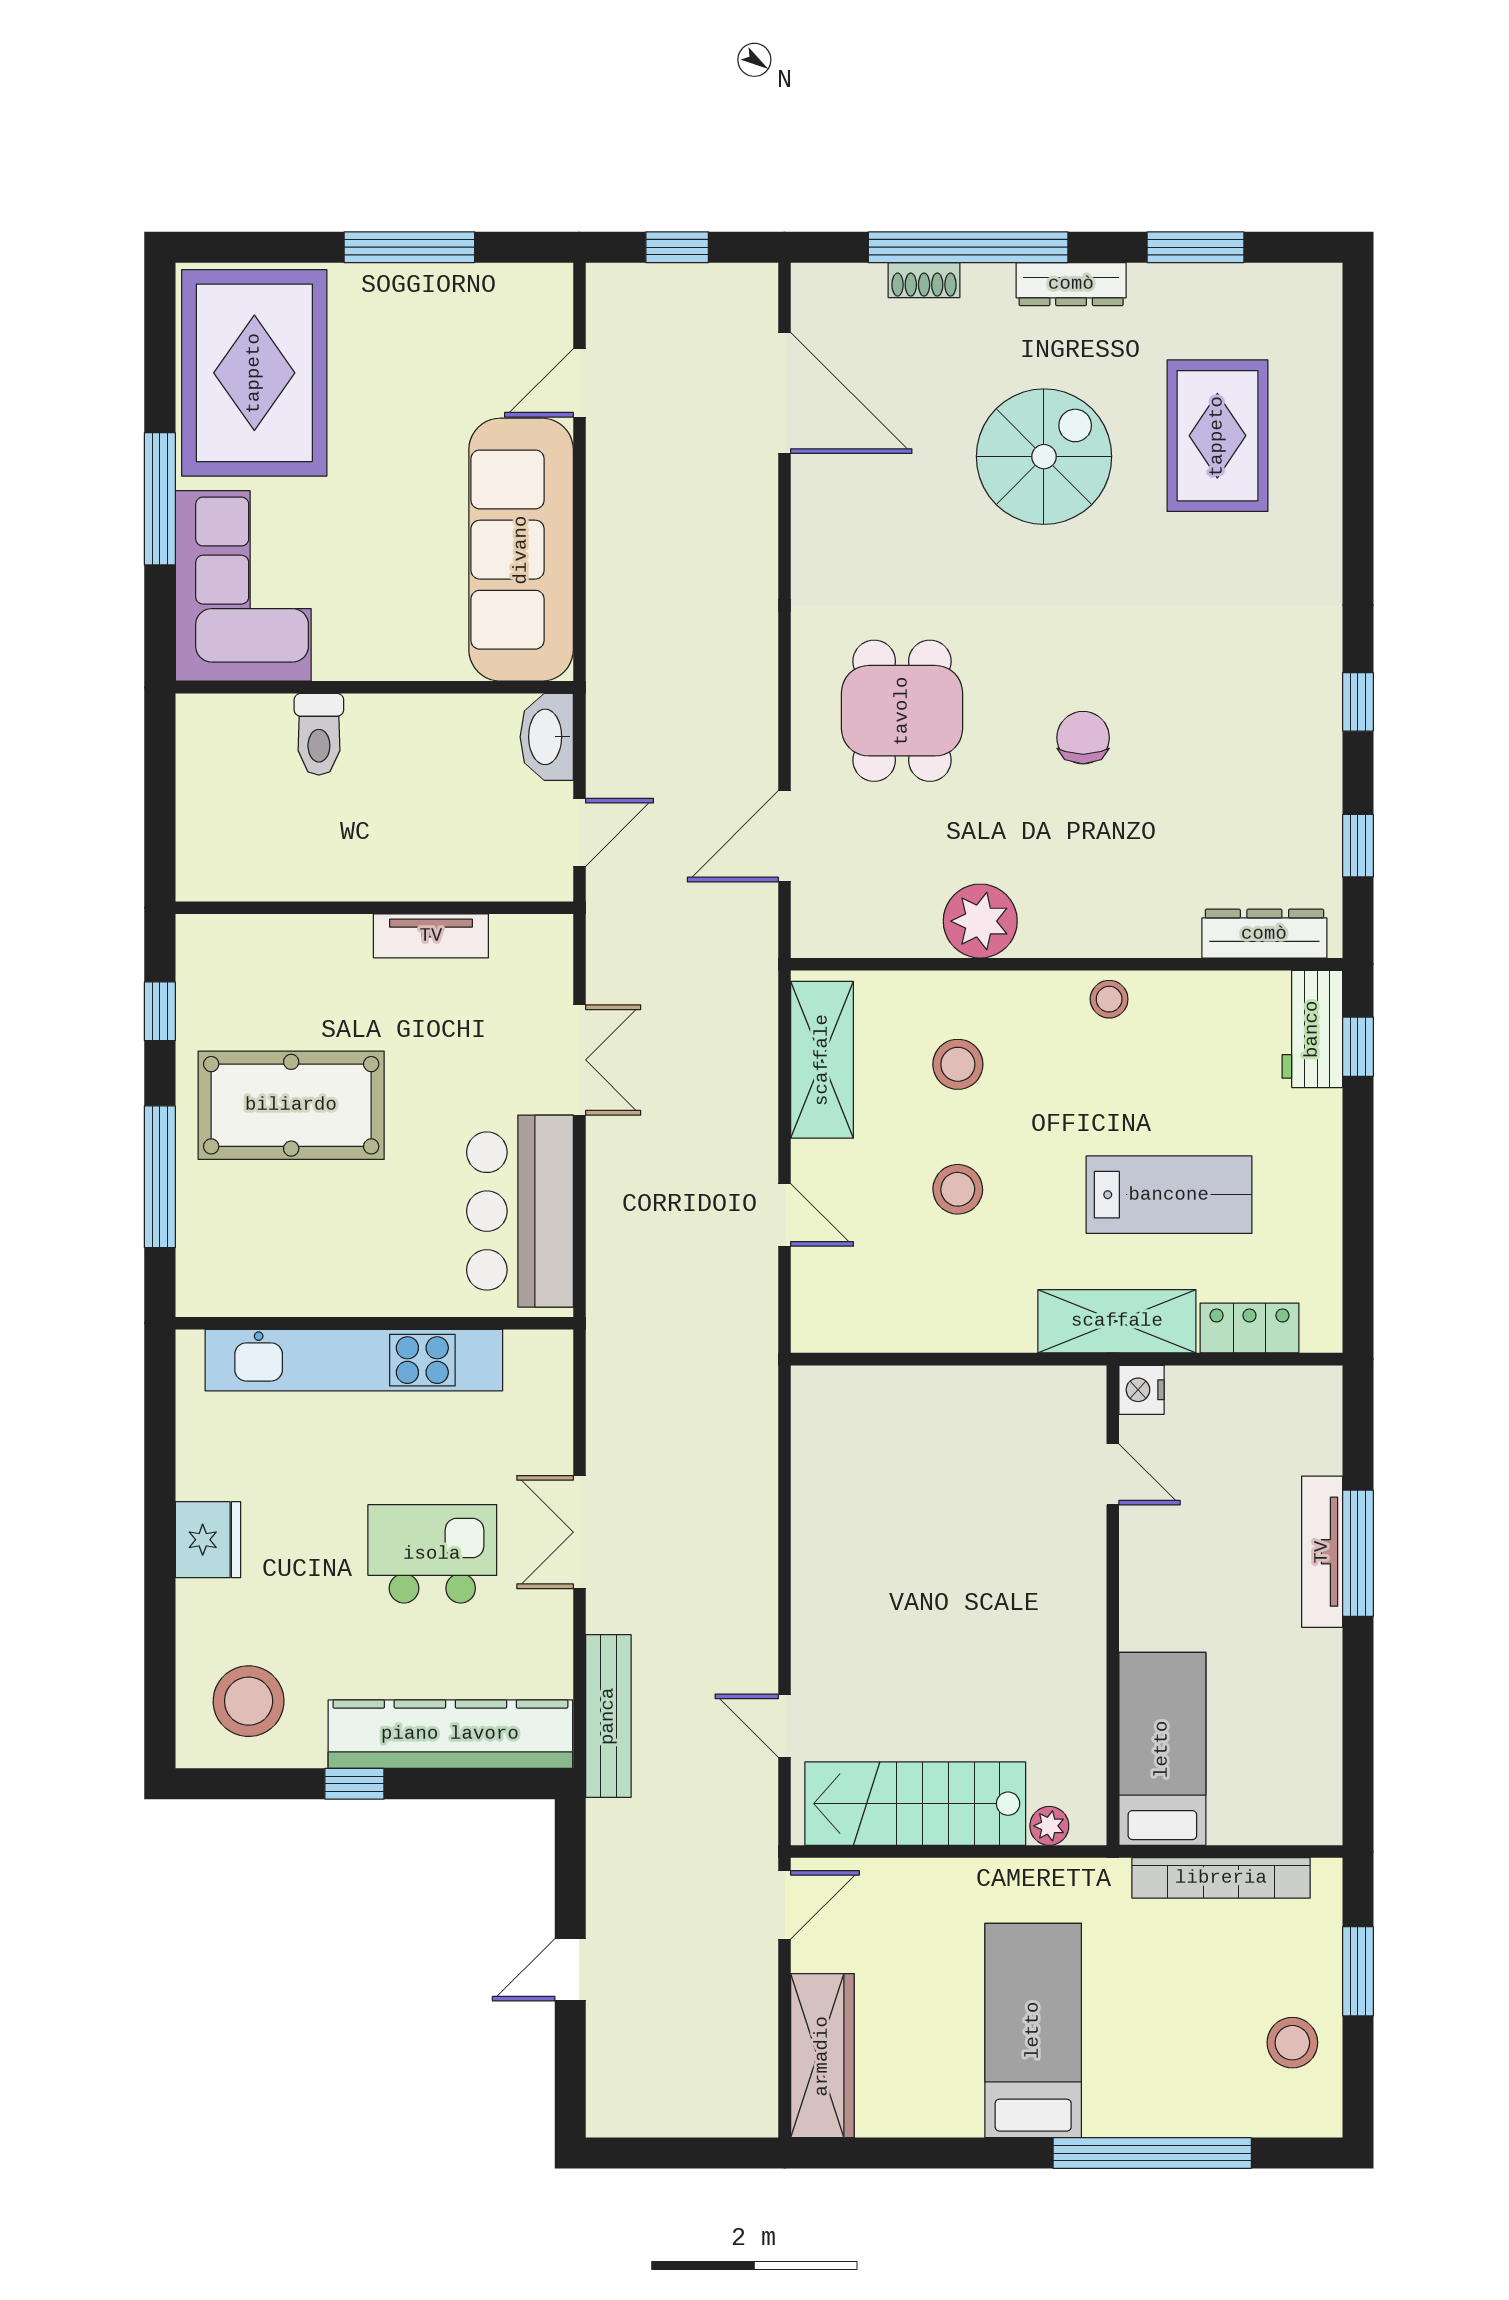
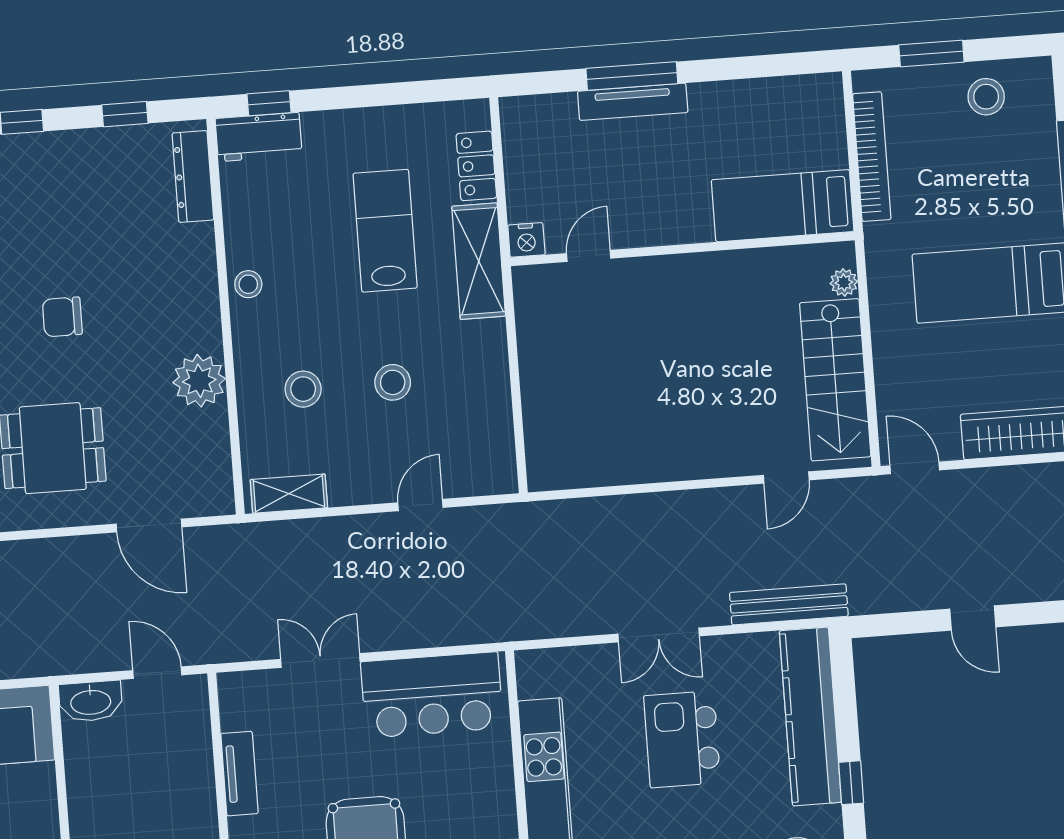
shelving: (822, 1060) -> (289, 494), width x0.67, depth x0.75

